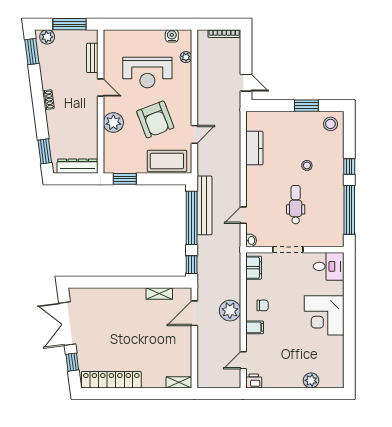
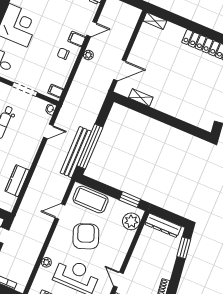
plant: (186, 57) -> (46, 262), moved
plant: (113, 123) -> (131, 221), moved
window: (192, 265) -> (106, 110), removed
filing cabinet: (254, 268) -> (56, 91), width x0.50
plant: (230, 311) -> (88, 55), width x0.53, depth x0.53
door: (243, 360) -> (92, 29), moved

